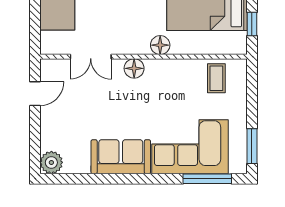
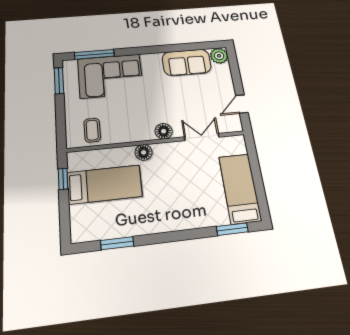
sofa: (121, 157) -> (187, 62), moved

